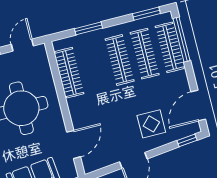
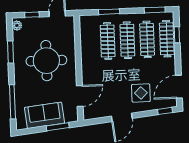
window: (182, 39) -> (177, 35), width x0.46
clothes rail: (69, 73) -> (108, 41), moved

